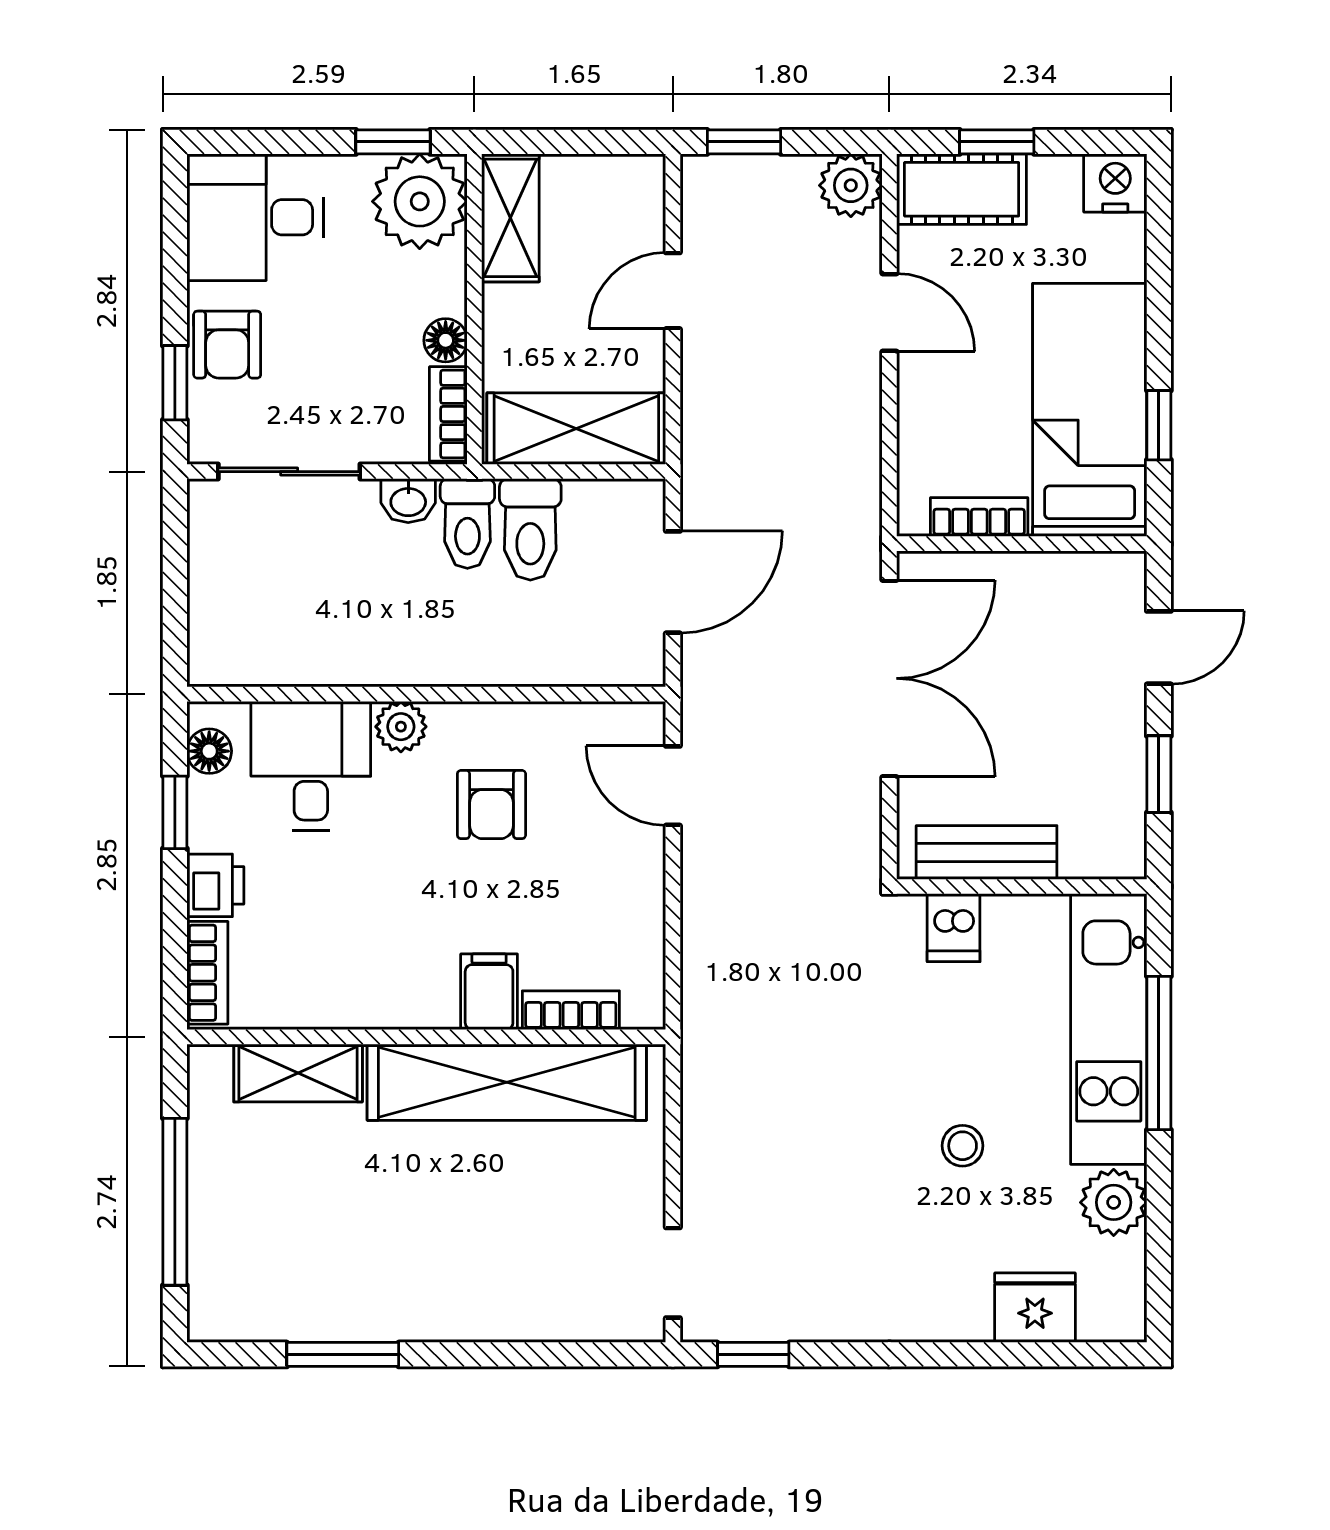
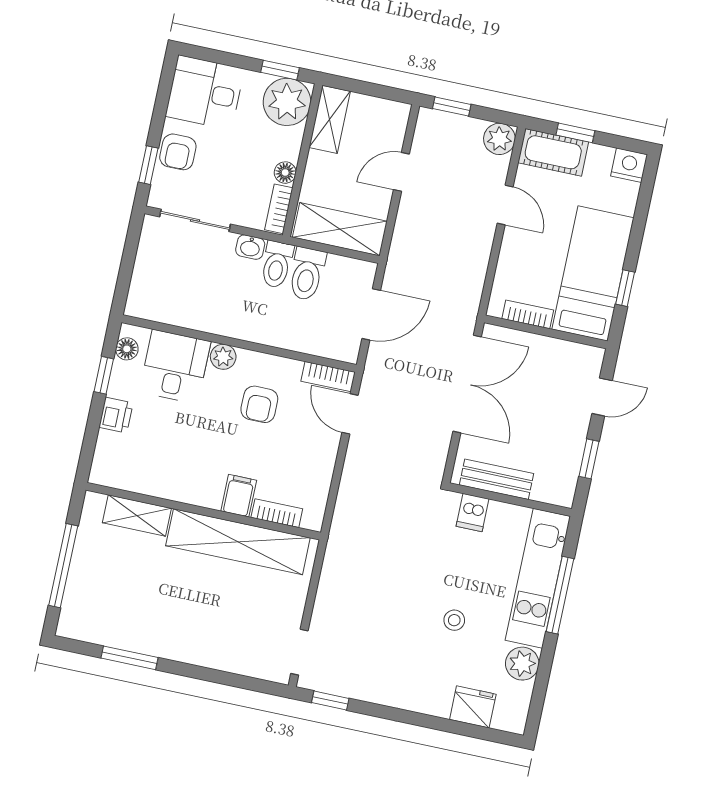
bookcase: (207, 973) -> (328, 377), moved, turned 90

